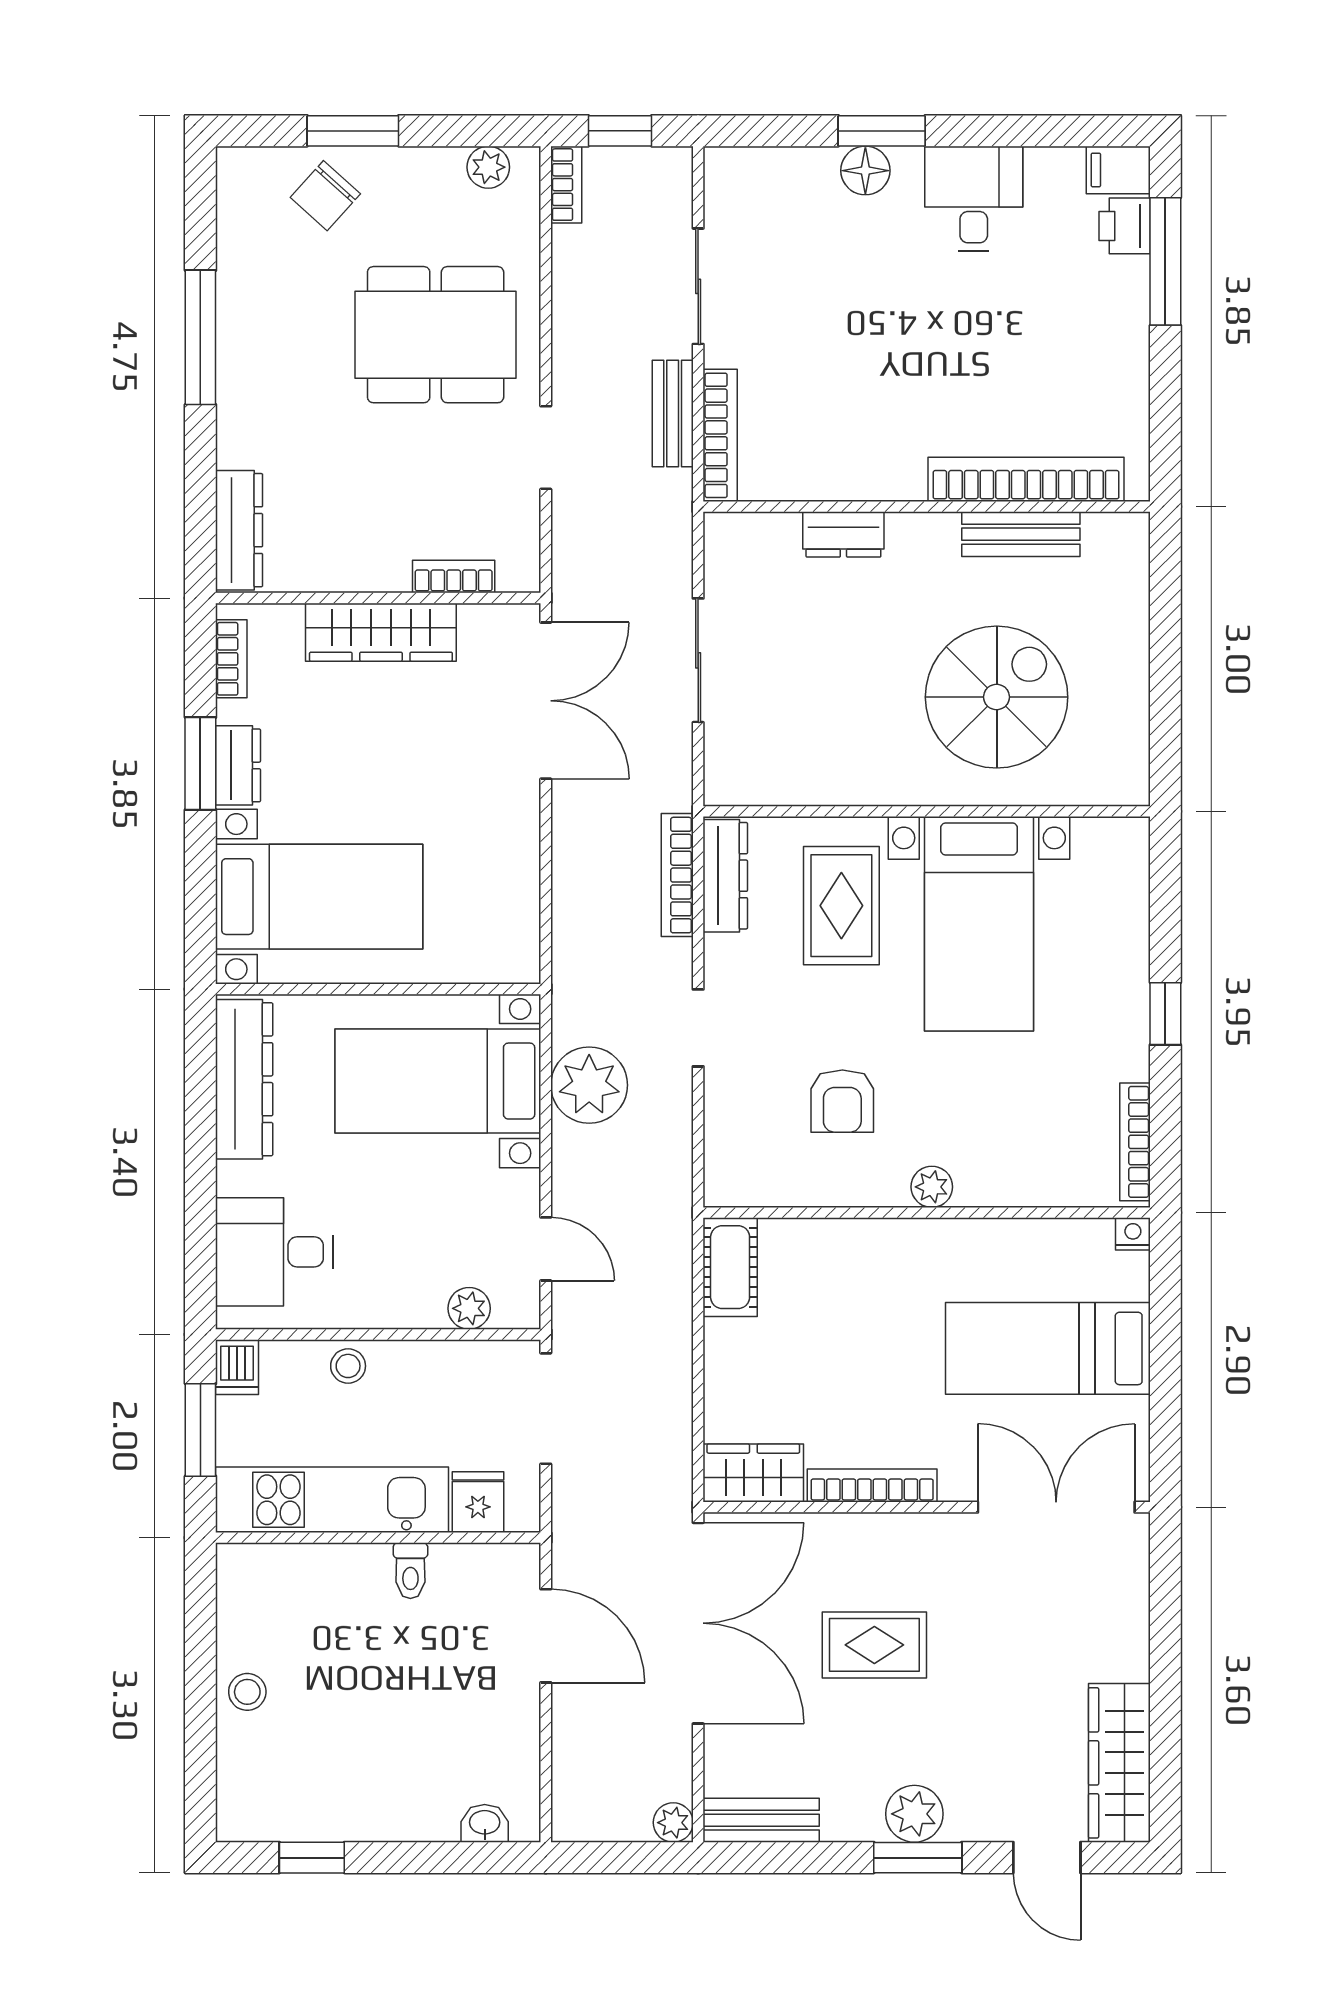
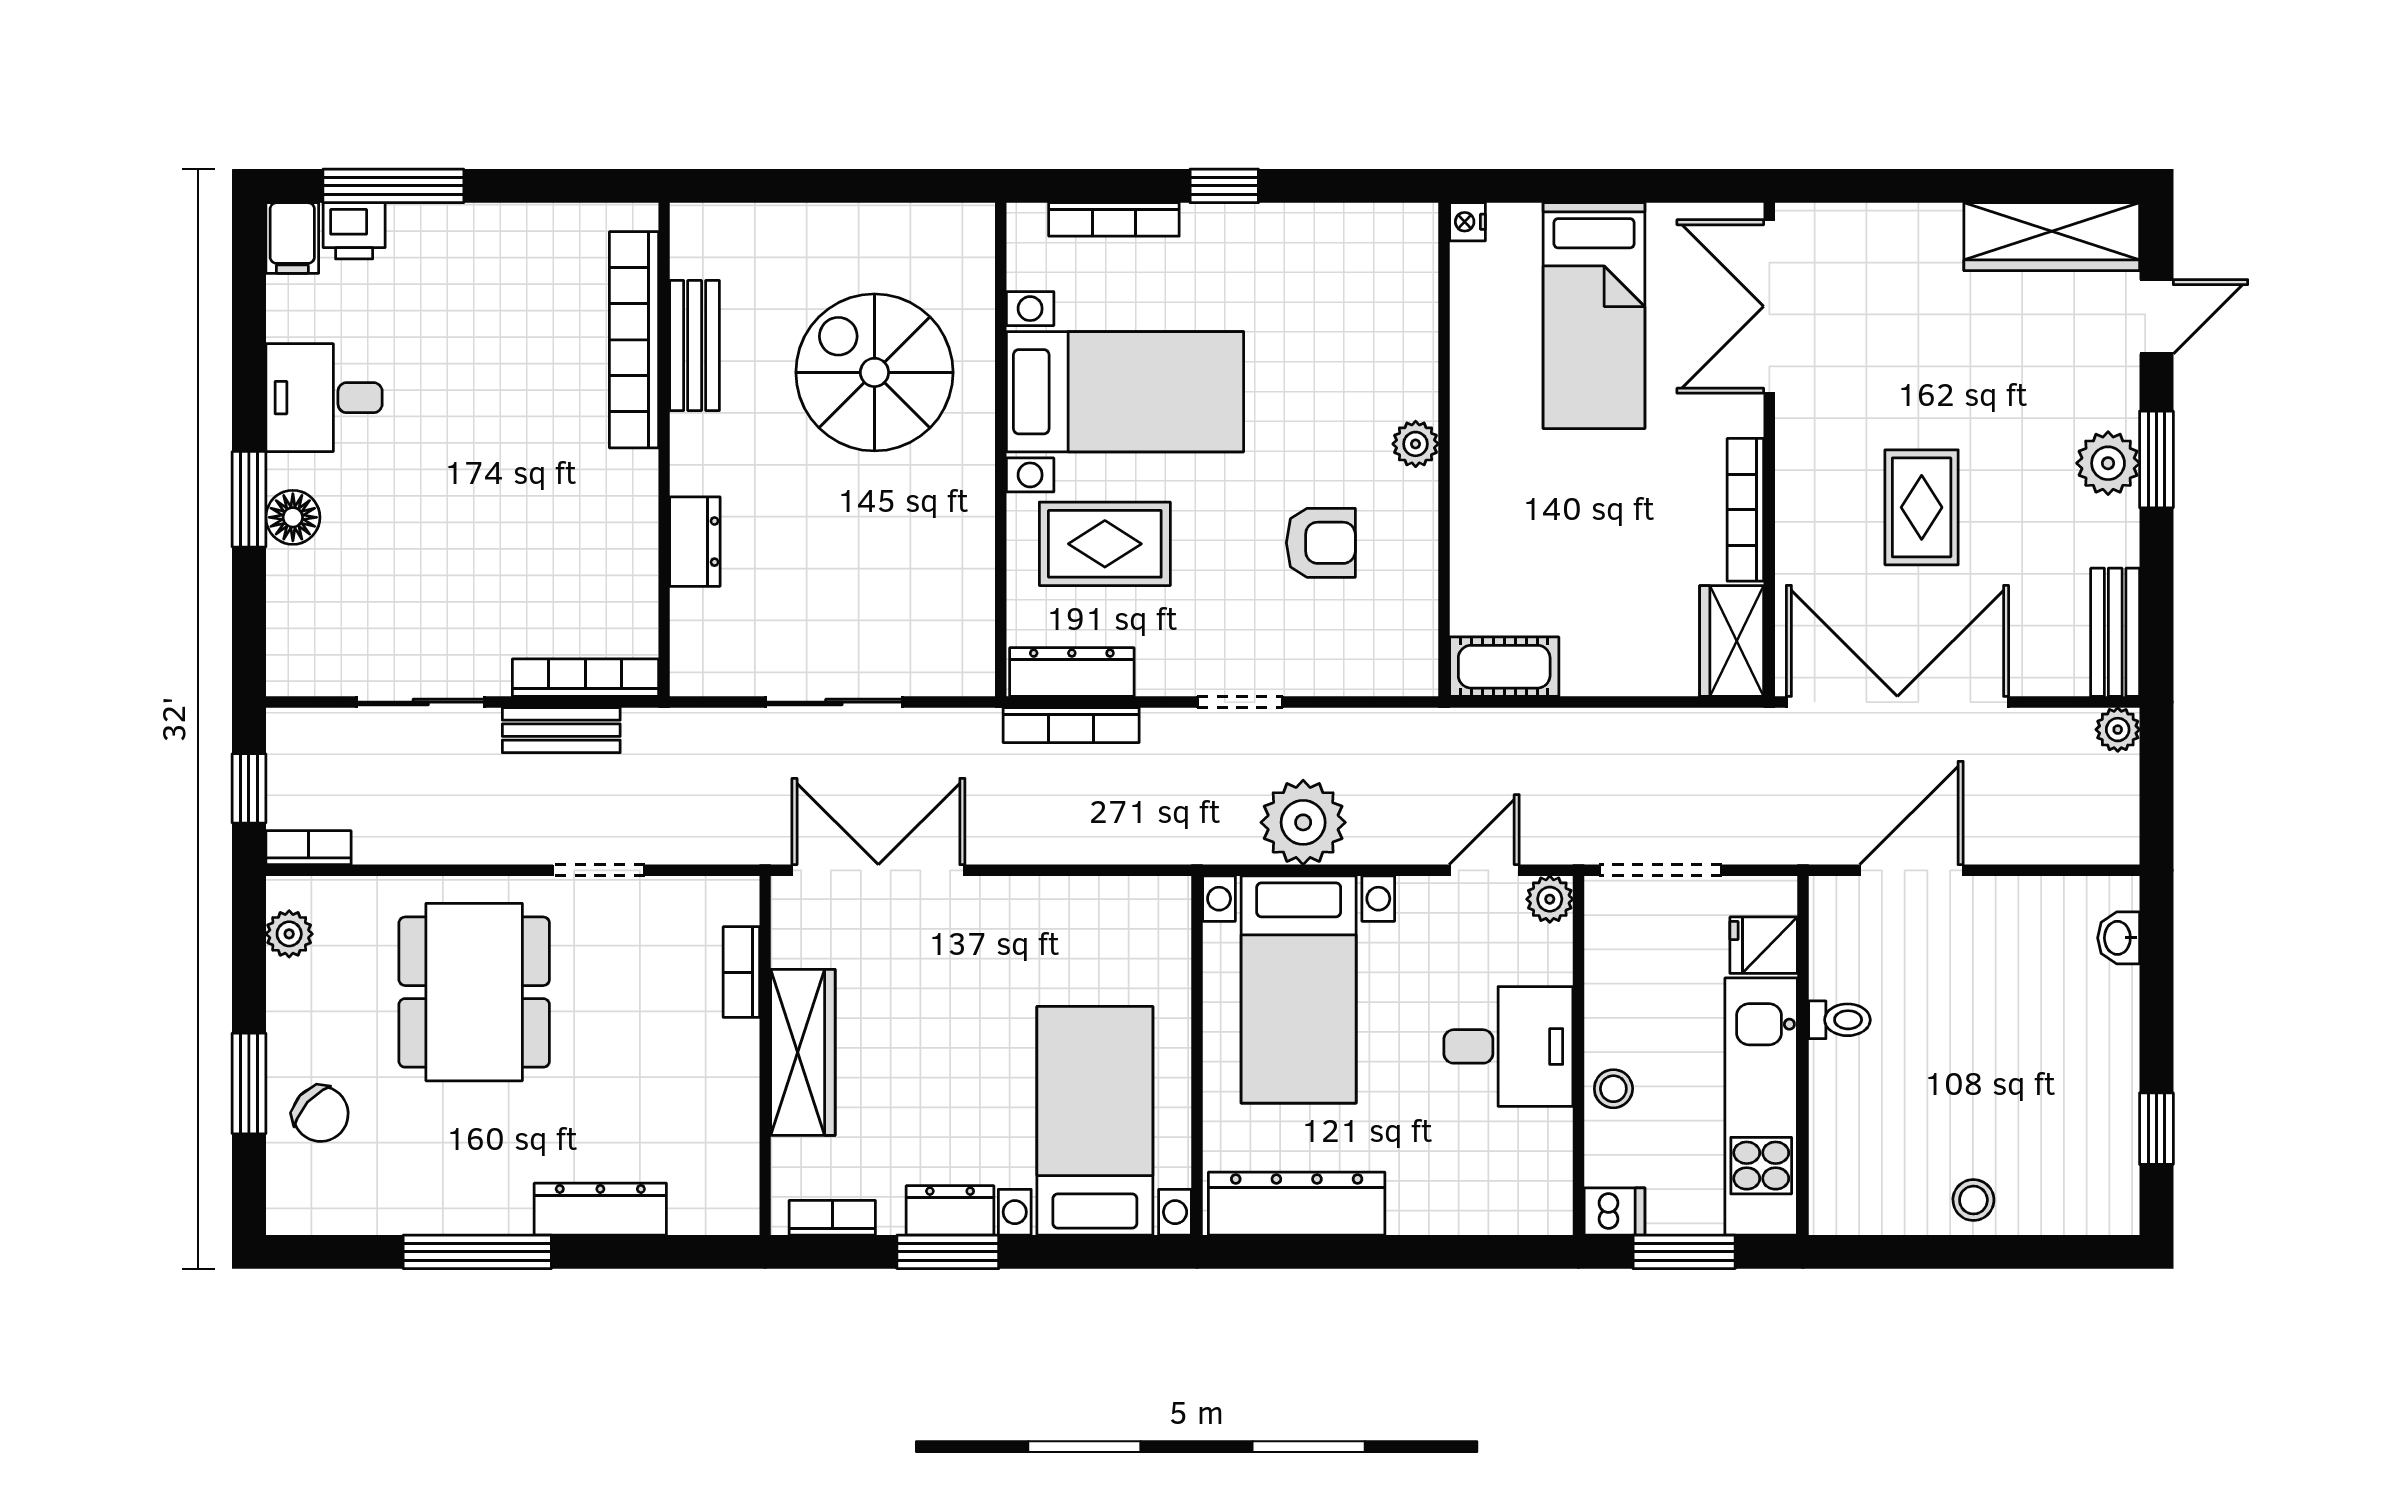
dresser: (239, 530) -> (600, 1209), moved
bookcase: (1135, 1142) -> (1114, 219), moved
desk: (274, 1252) -> (1508, 1046), moved, turned -90
plant: (469, 1308) -> (1550, 899), moved

